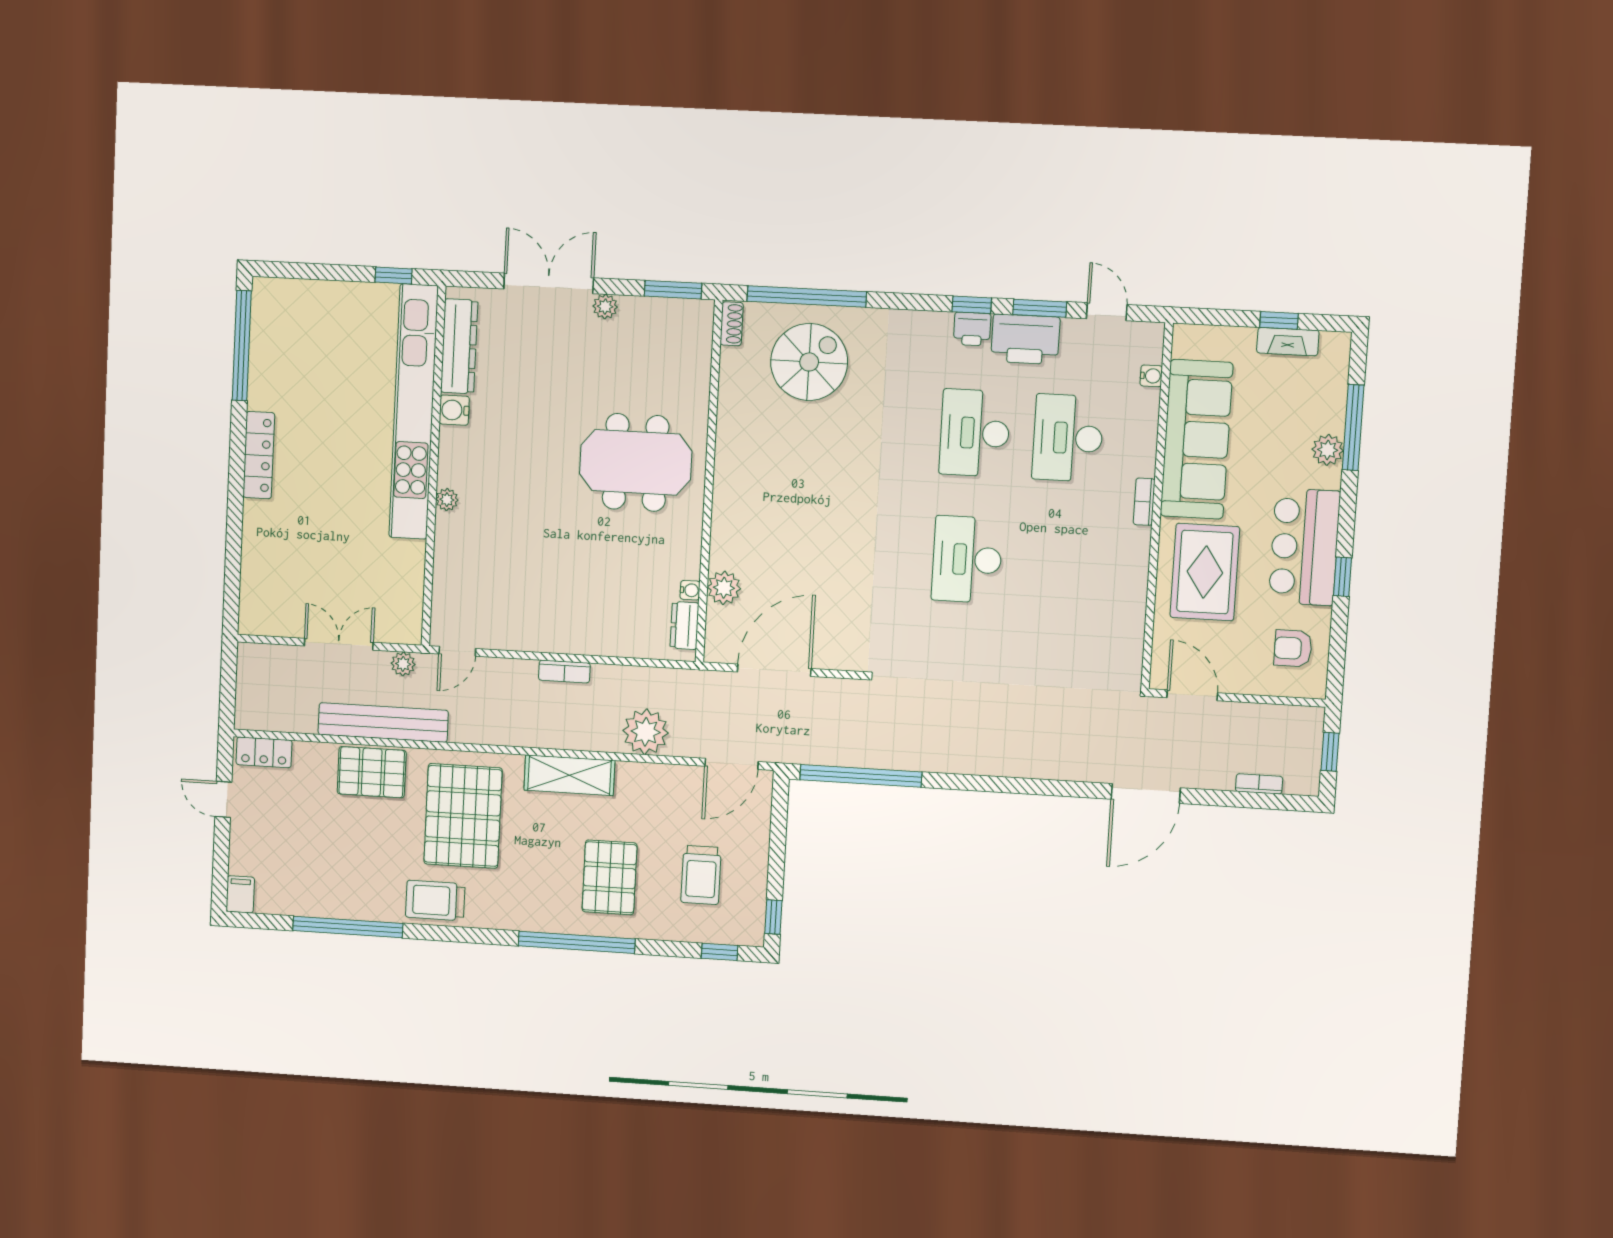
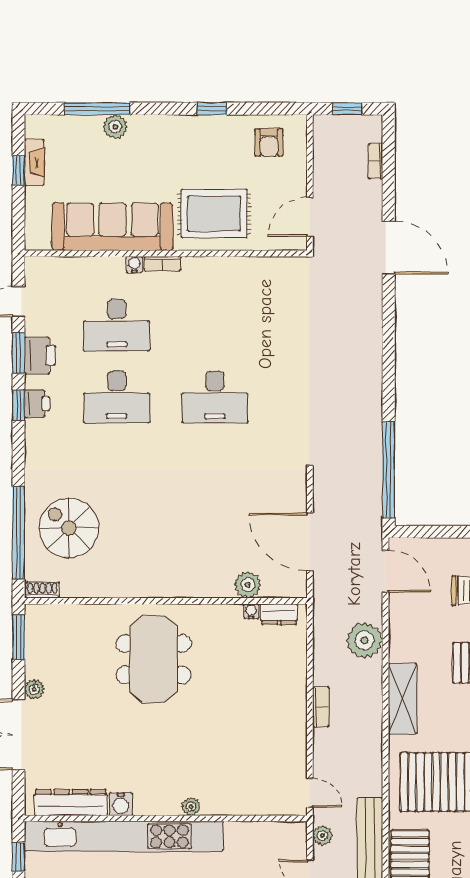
printer: (1025, 339) -> (40, 355), width x0.73, depth x0.84
water cooler: (1151, 376) -> (134, 264), moved
bar counter: (1304, 547) -> (190, 139), removed

